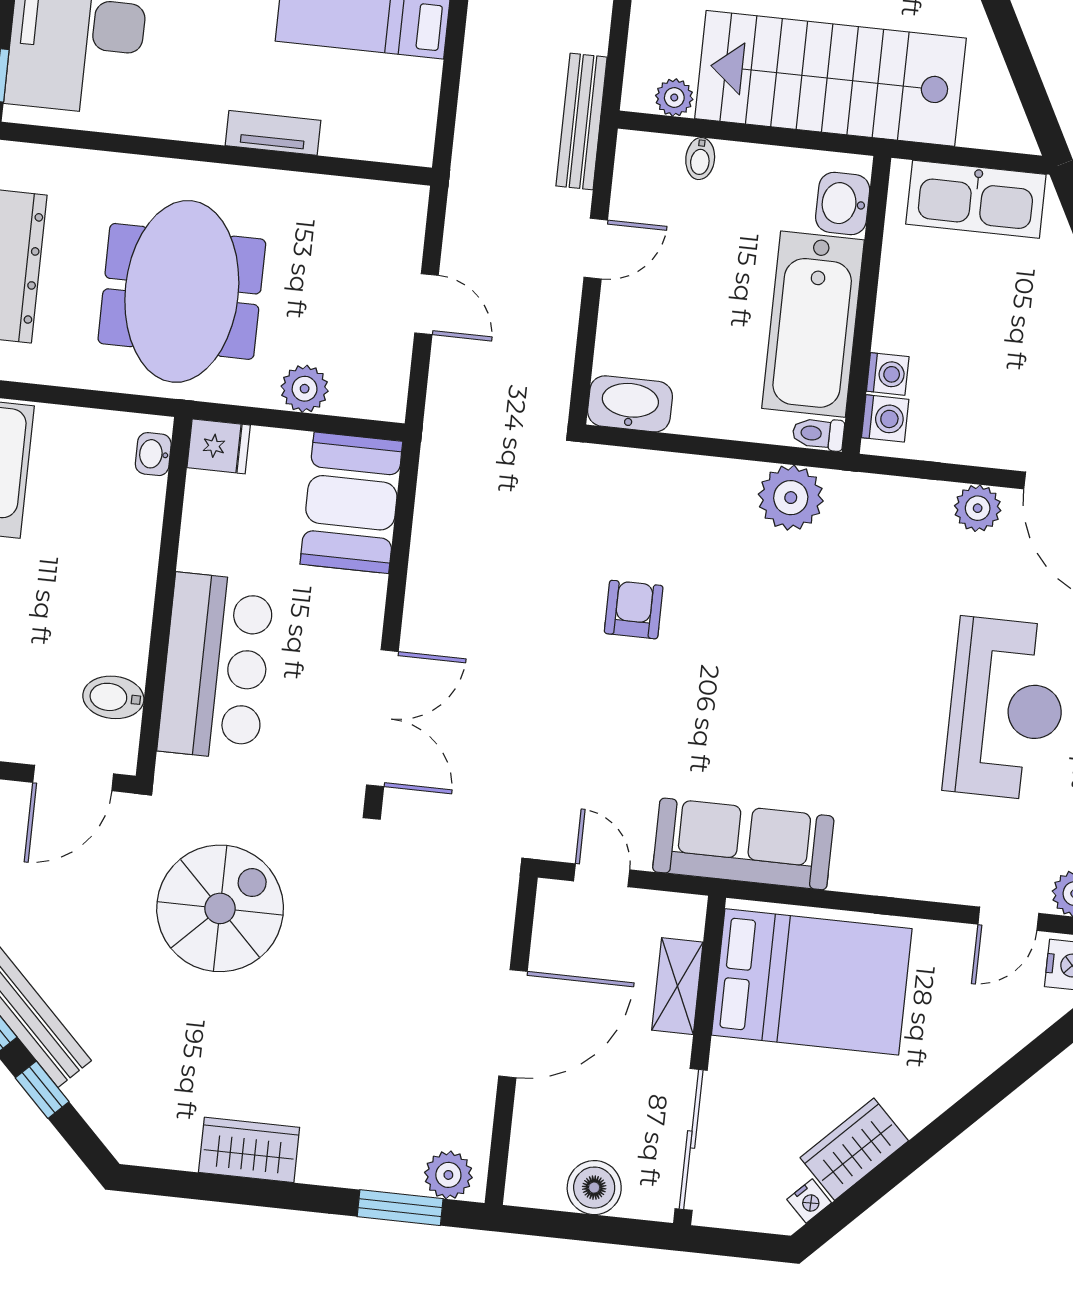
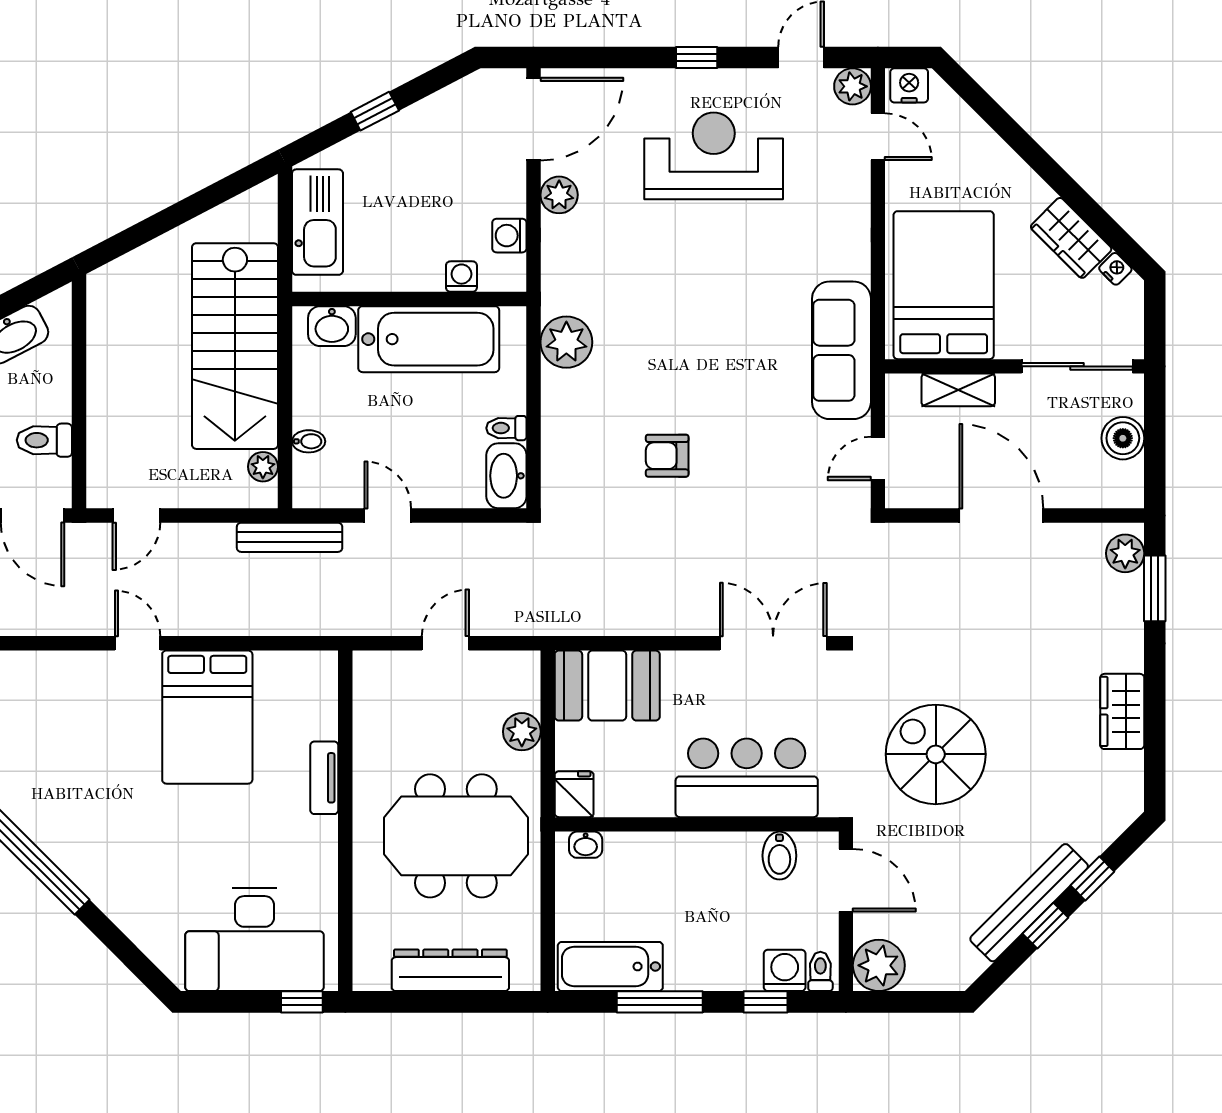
washing machine: (885, 418) -> (509, 236), moved, turned -90
toilet: (818, 434) -> (506, 428), moved, turned 90

